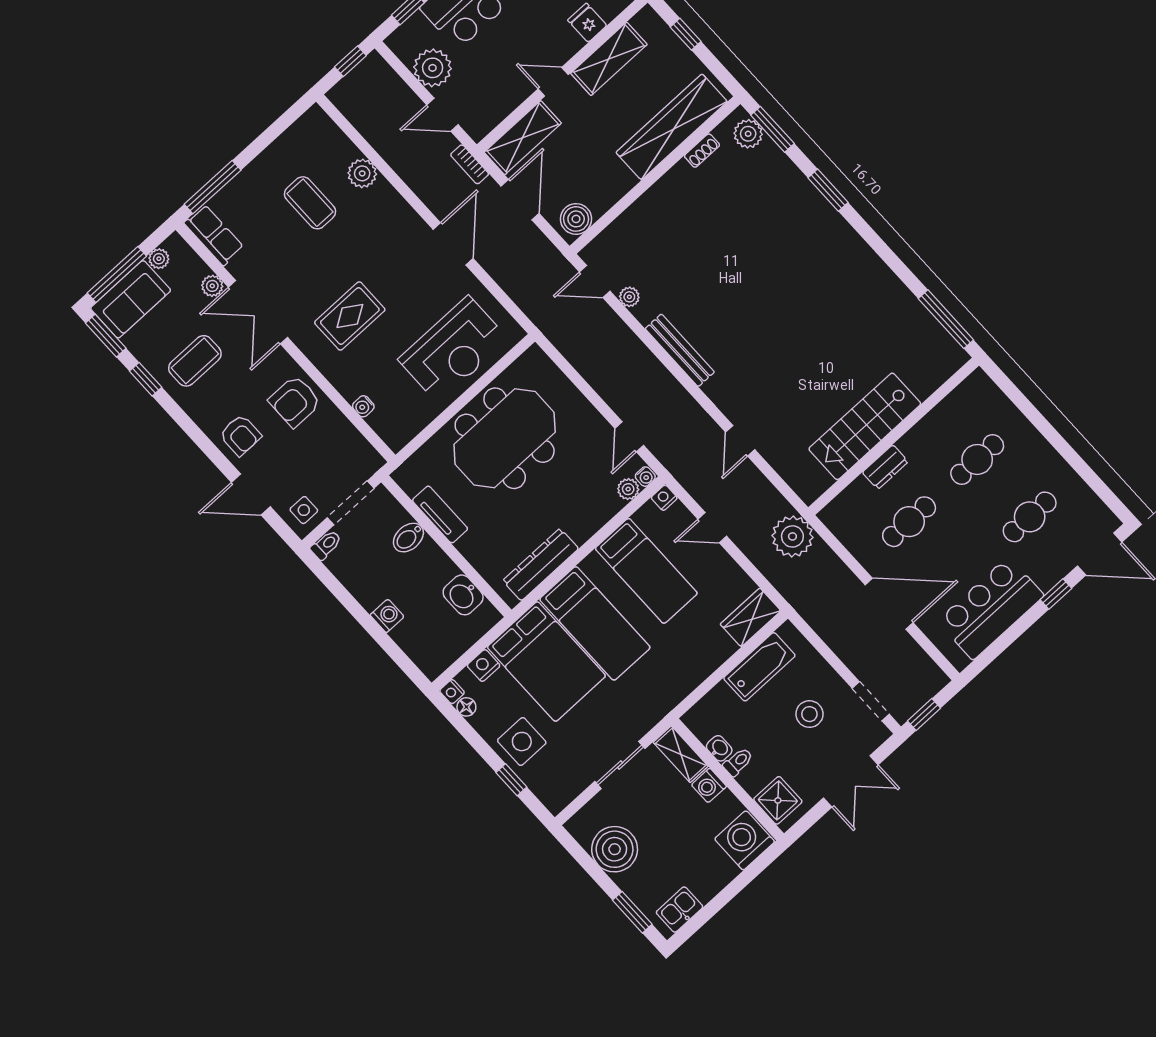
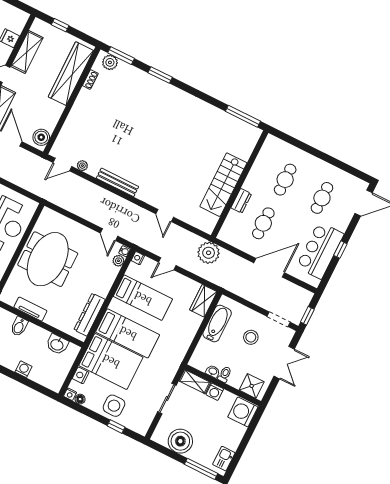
window: (1056, 594) -> (340, 250), moved
window: (632, 912) -> (201, 469), width x1.44

